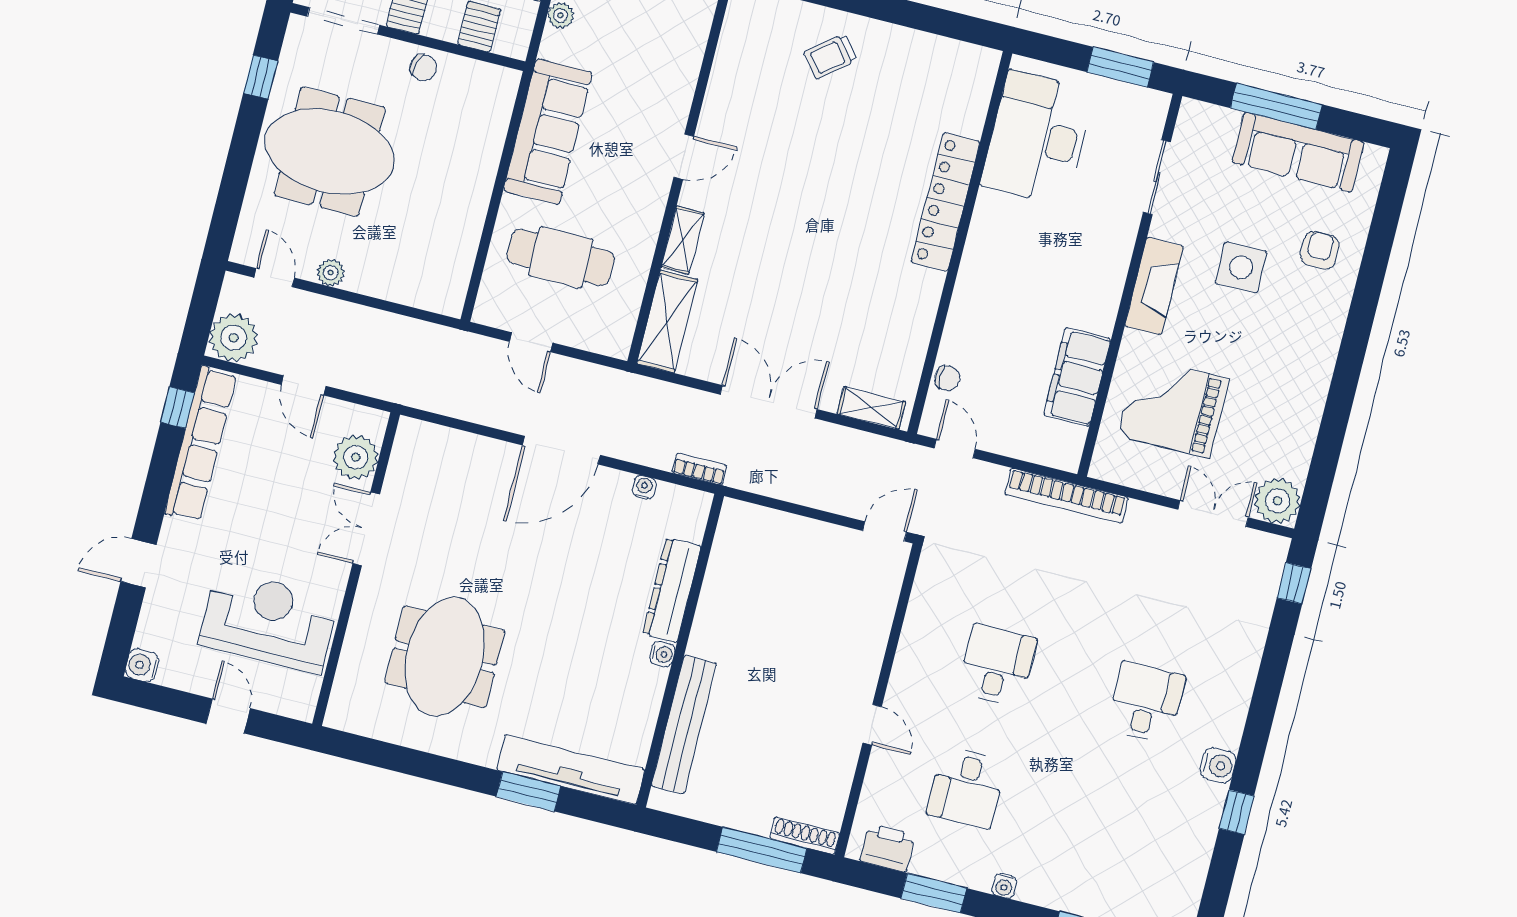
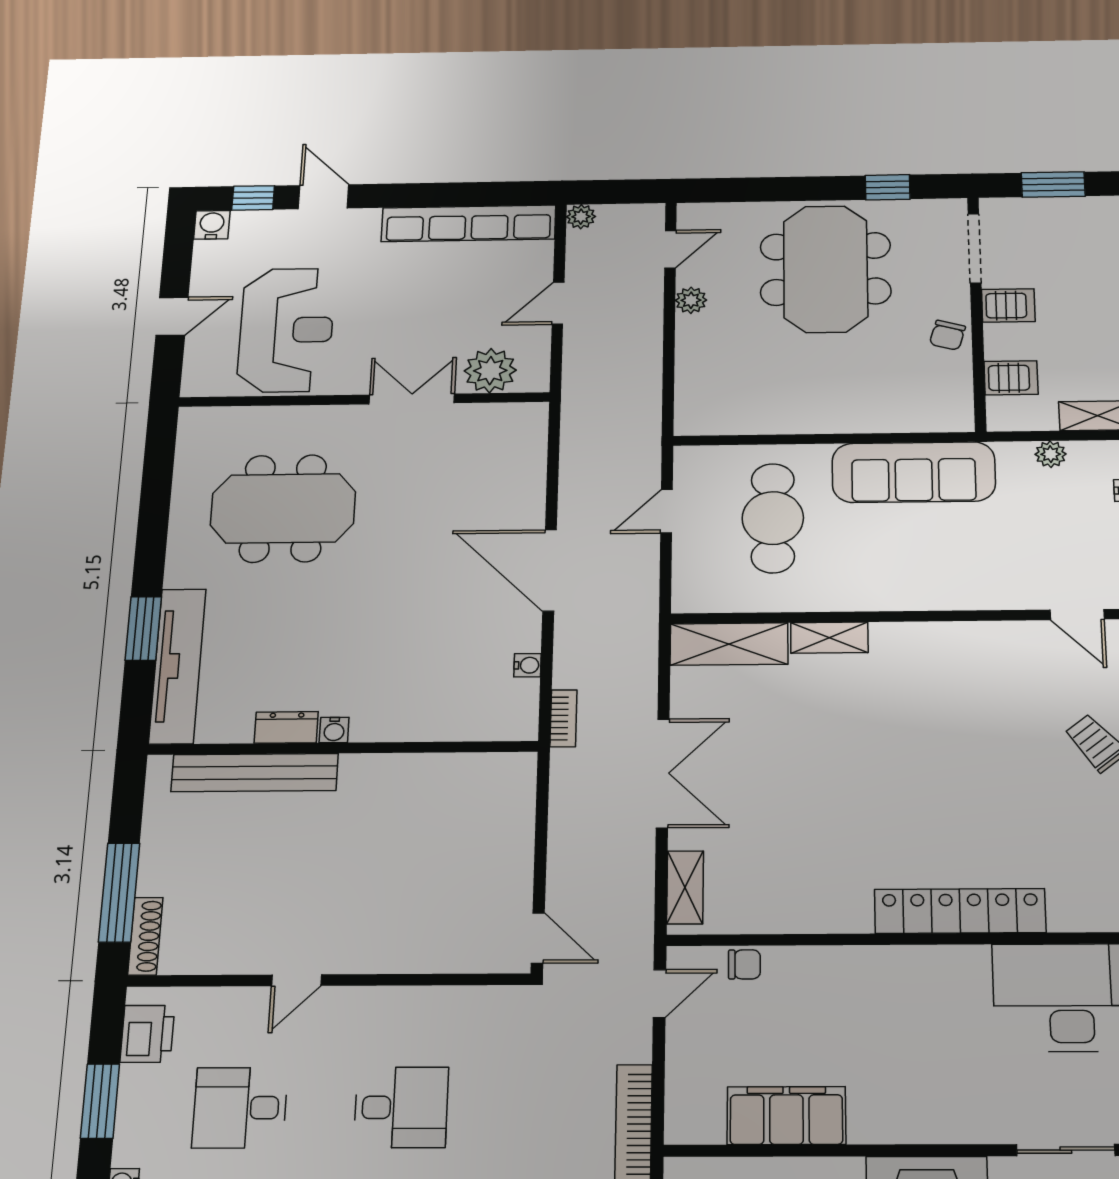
door: (684, 157) -> (1077, 615), moved
plant: (234, 338) -> (581, 217), width x0.53, depth x0.53
chair: (947, 378) -> (744, 964), turned -90
window: (178, 408) -> (253, 198), moved
dresser: (672, 590) -> (286, 727), moved, width x0.51, depth x0.80

